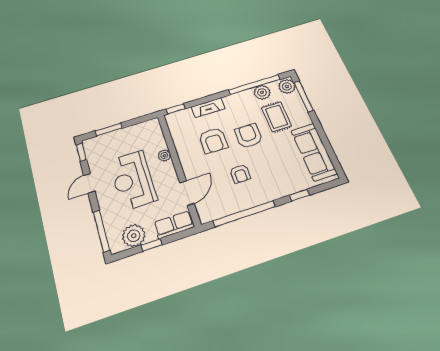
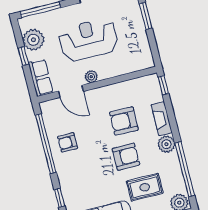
plant: (262, 92) -> (166, 144), moved
plant: (164, 155) -> (91, 77), moved
armchair: (240, 174) -> (68, 142), moved

